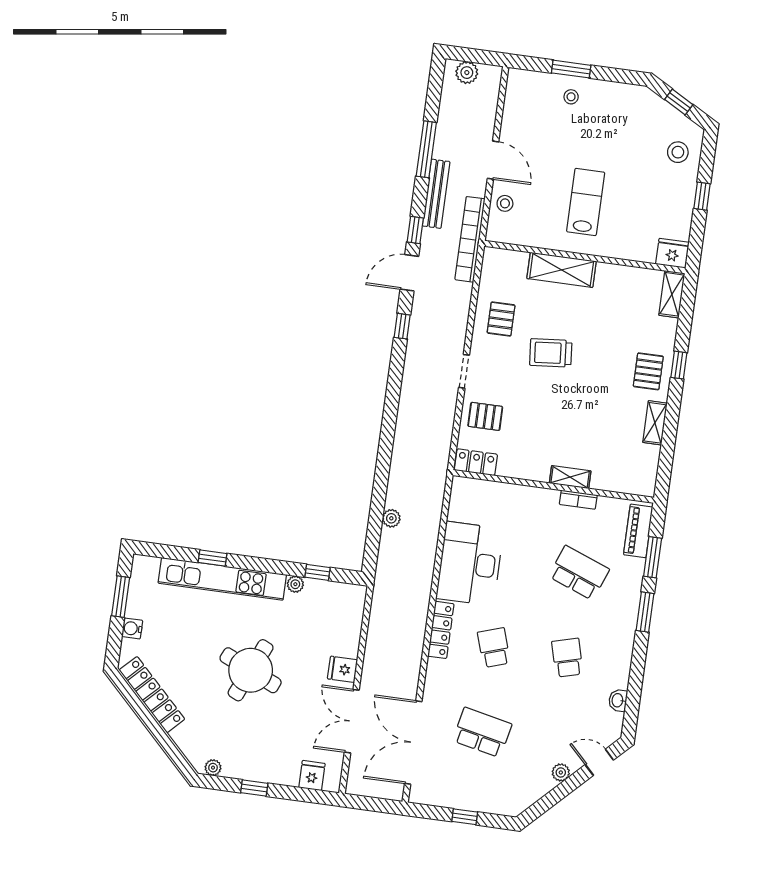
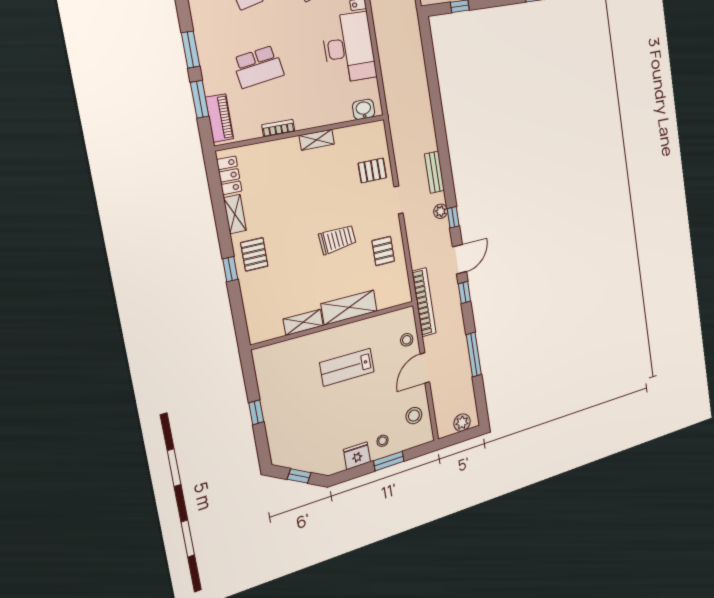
stool: (678, 152) -> (414, 416), moved
door: (493, 160) -> (425, 368), hinge flipped
bench: (436, 194) -> (434, 172), moved, width x0.73
lab bench: (586, 202) -> (347, 367), turned 90
fridge: (672, 253) -> (357, 456), moved, turned 180
shelving: (672, 294) -> (303, 322), moved, turned 90
locker: (476, 462) -> (229, 175), moved, turned -90
shelving: (570, 477) -> (317, 140), moved
washbasin: (474, 489) -> (364, 109), added
plant: (391, 518) -> (441, 211), moved
school desk: (579, 573) -> (258, 67), turned -30

